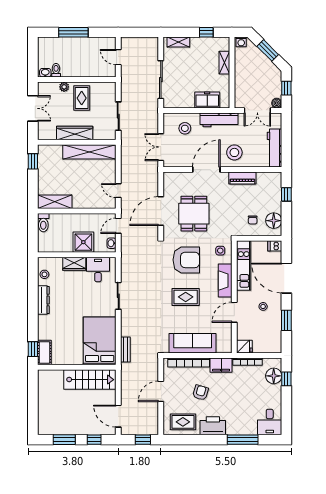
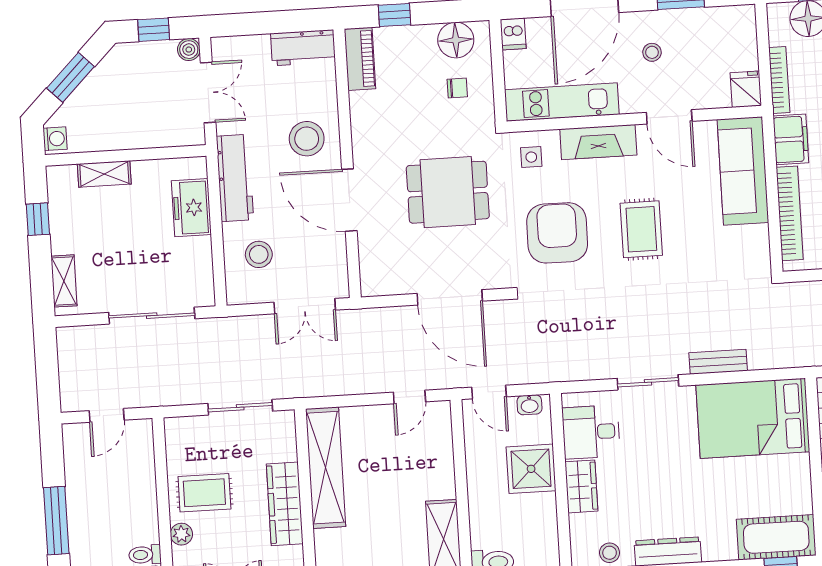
workbench: (274, 148) -> (303, 48), width x0.73
piano: (242, 178) -> (360, 59), moved
dining table: (194, 214) -> (448, 192), moved
sofa: (193, 343) -> (743, 171), moved
bench: (125, 350) -> (718, 362), moved
cot: (44, 353) -> (776, 537), width x1.37, depth x1.34

